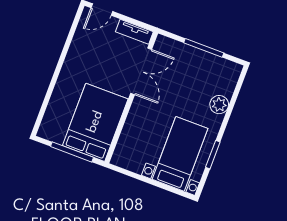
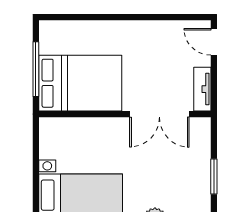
window: (204, 48) -> (214, 176), width x0.69

